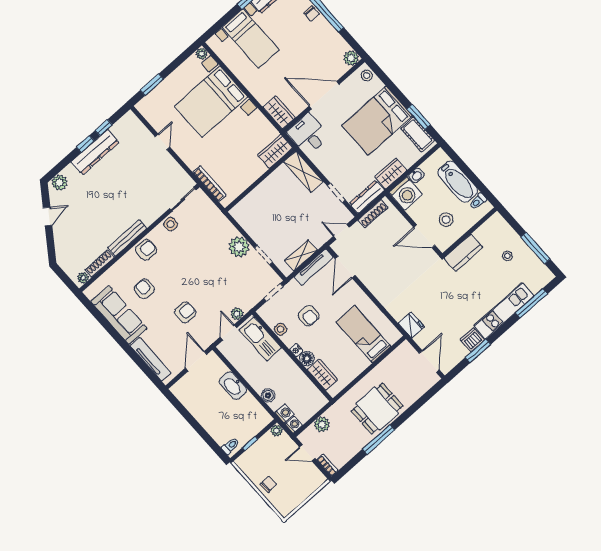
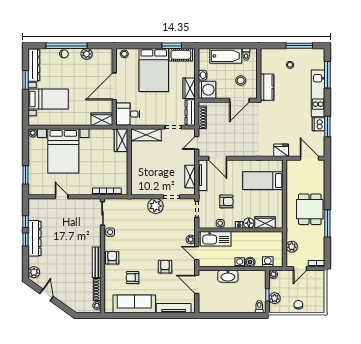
plant: (351, 58) -> (87, 54), moved
washing machine: (294, 425) -> (240, 262), moved
plant: (253, 454) -> (275, 298), added

